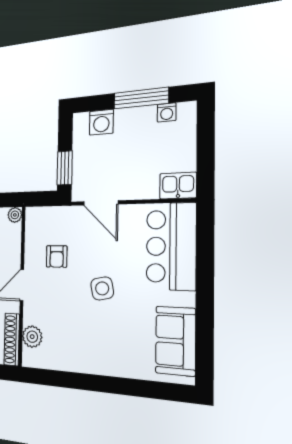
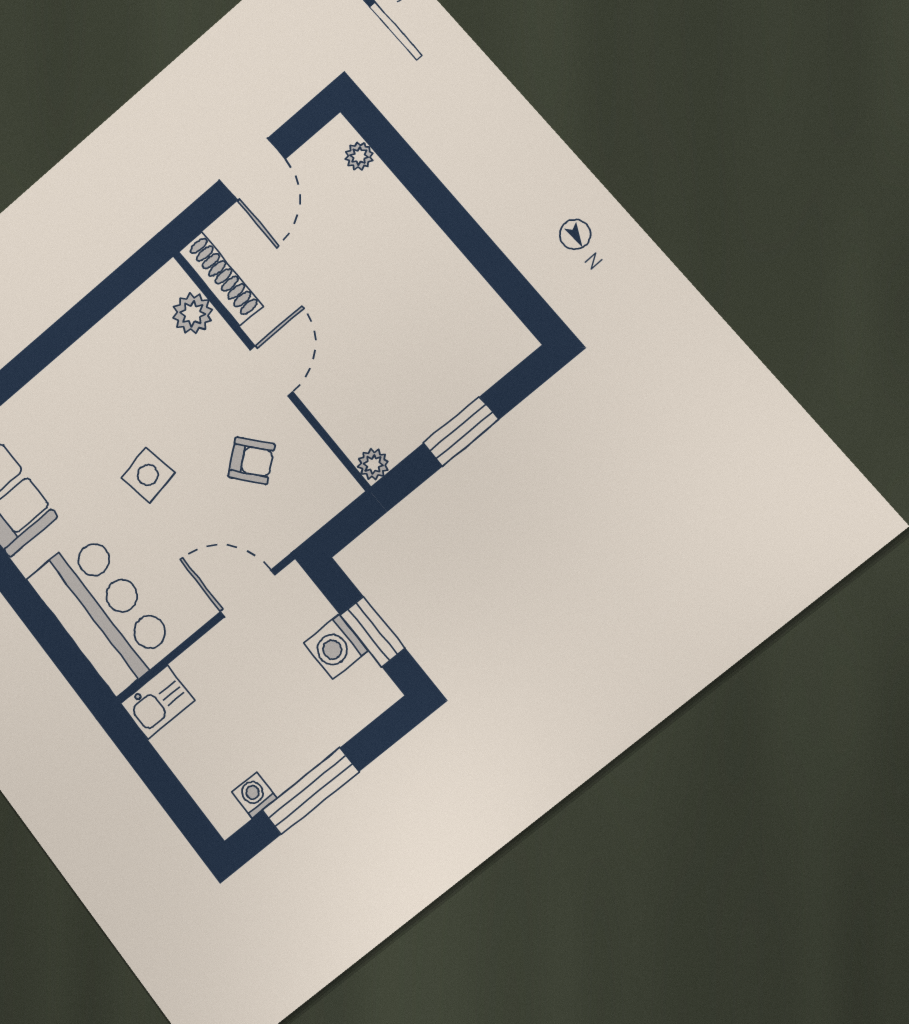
washing machine: (101, 122) -> (336, 647), moved, turned -90
window: (65, 168) -> (373, 632), moved
armchair: (57, 256) -> (251, 461), turned 140

